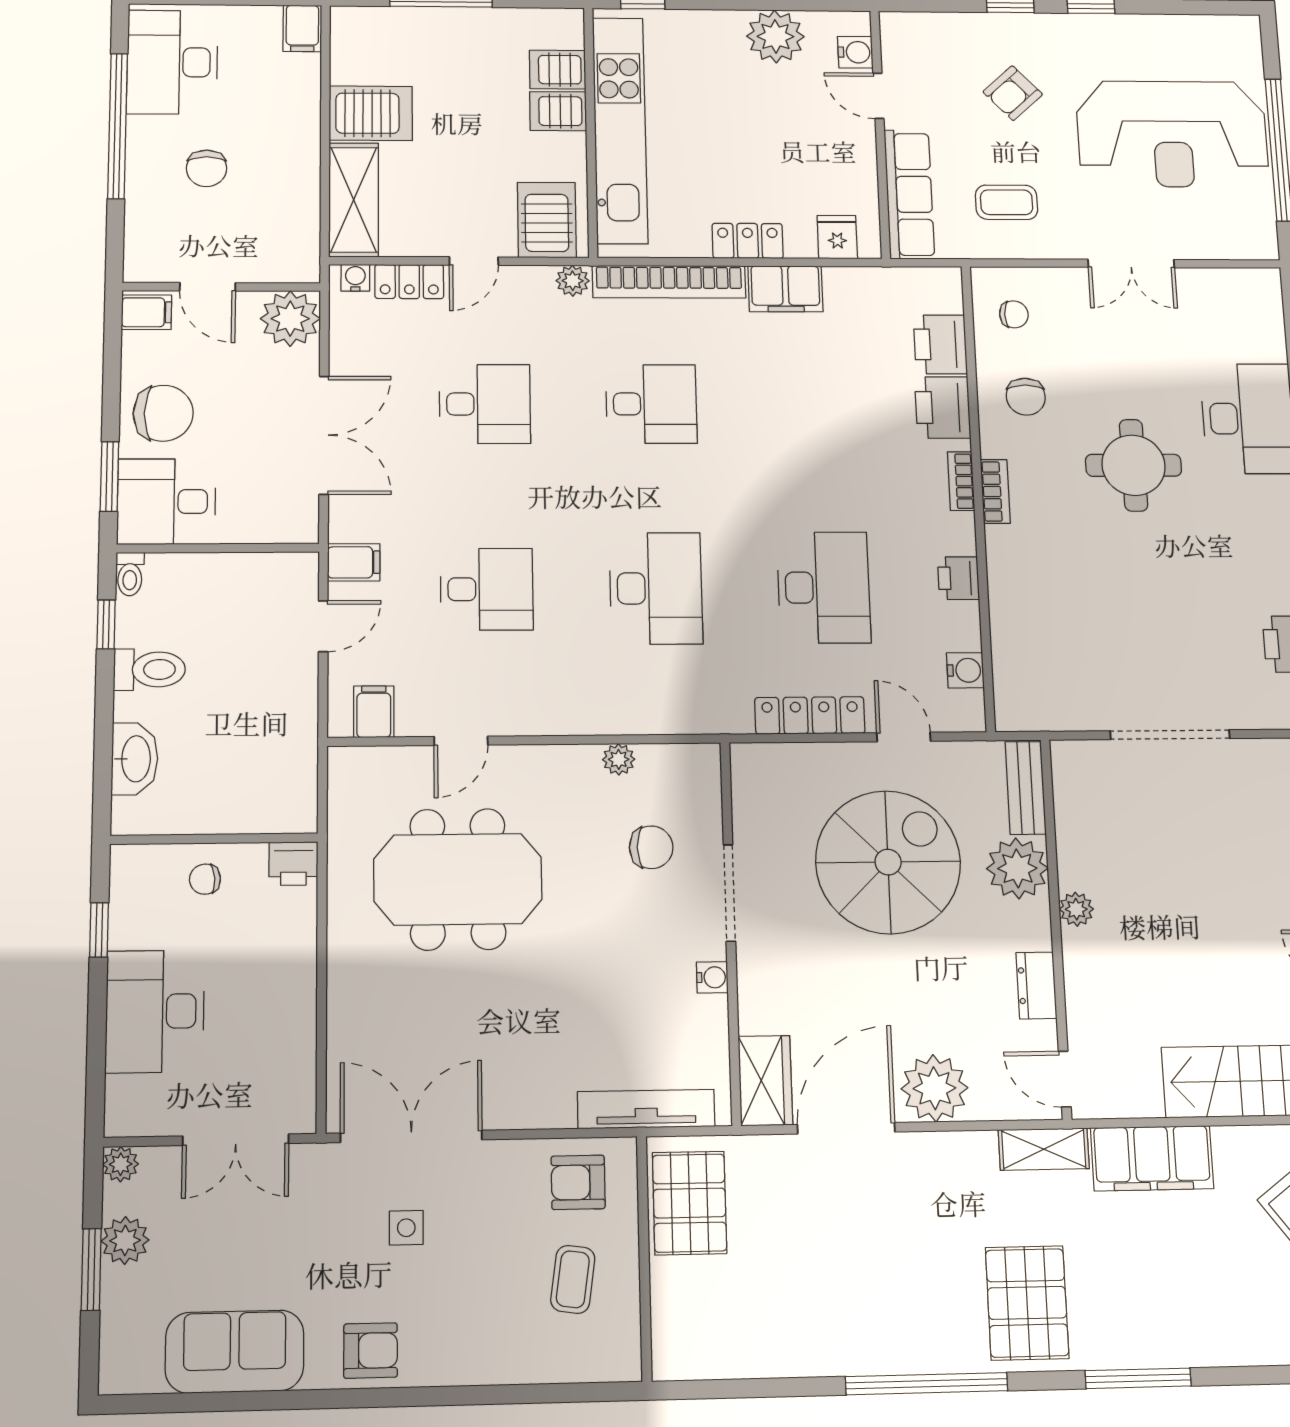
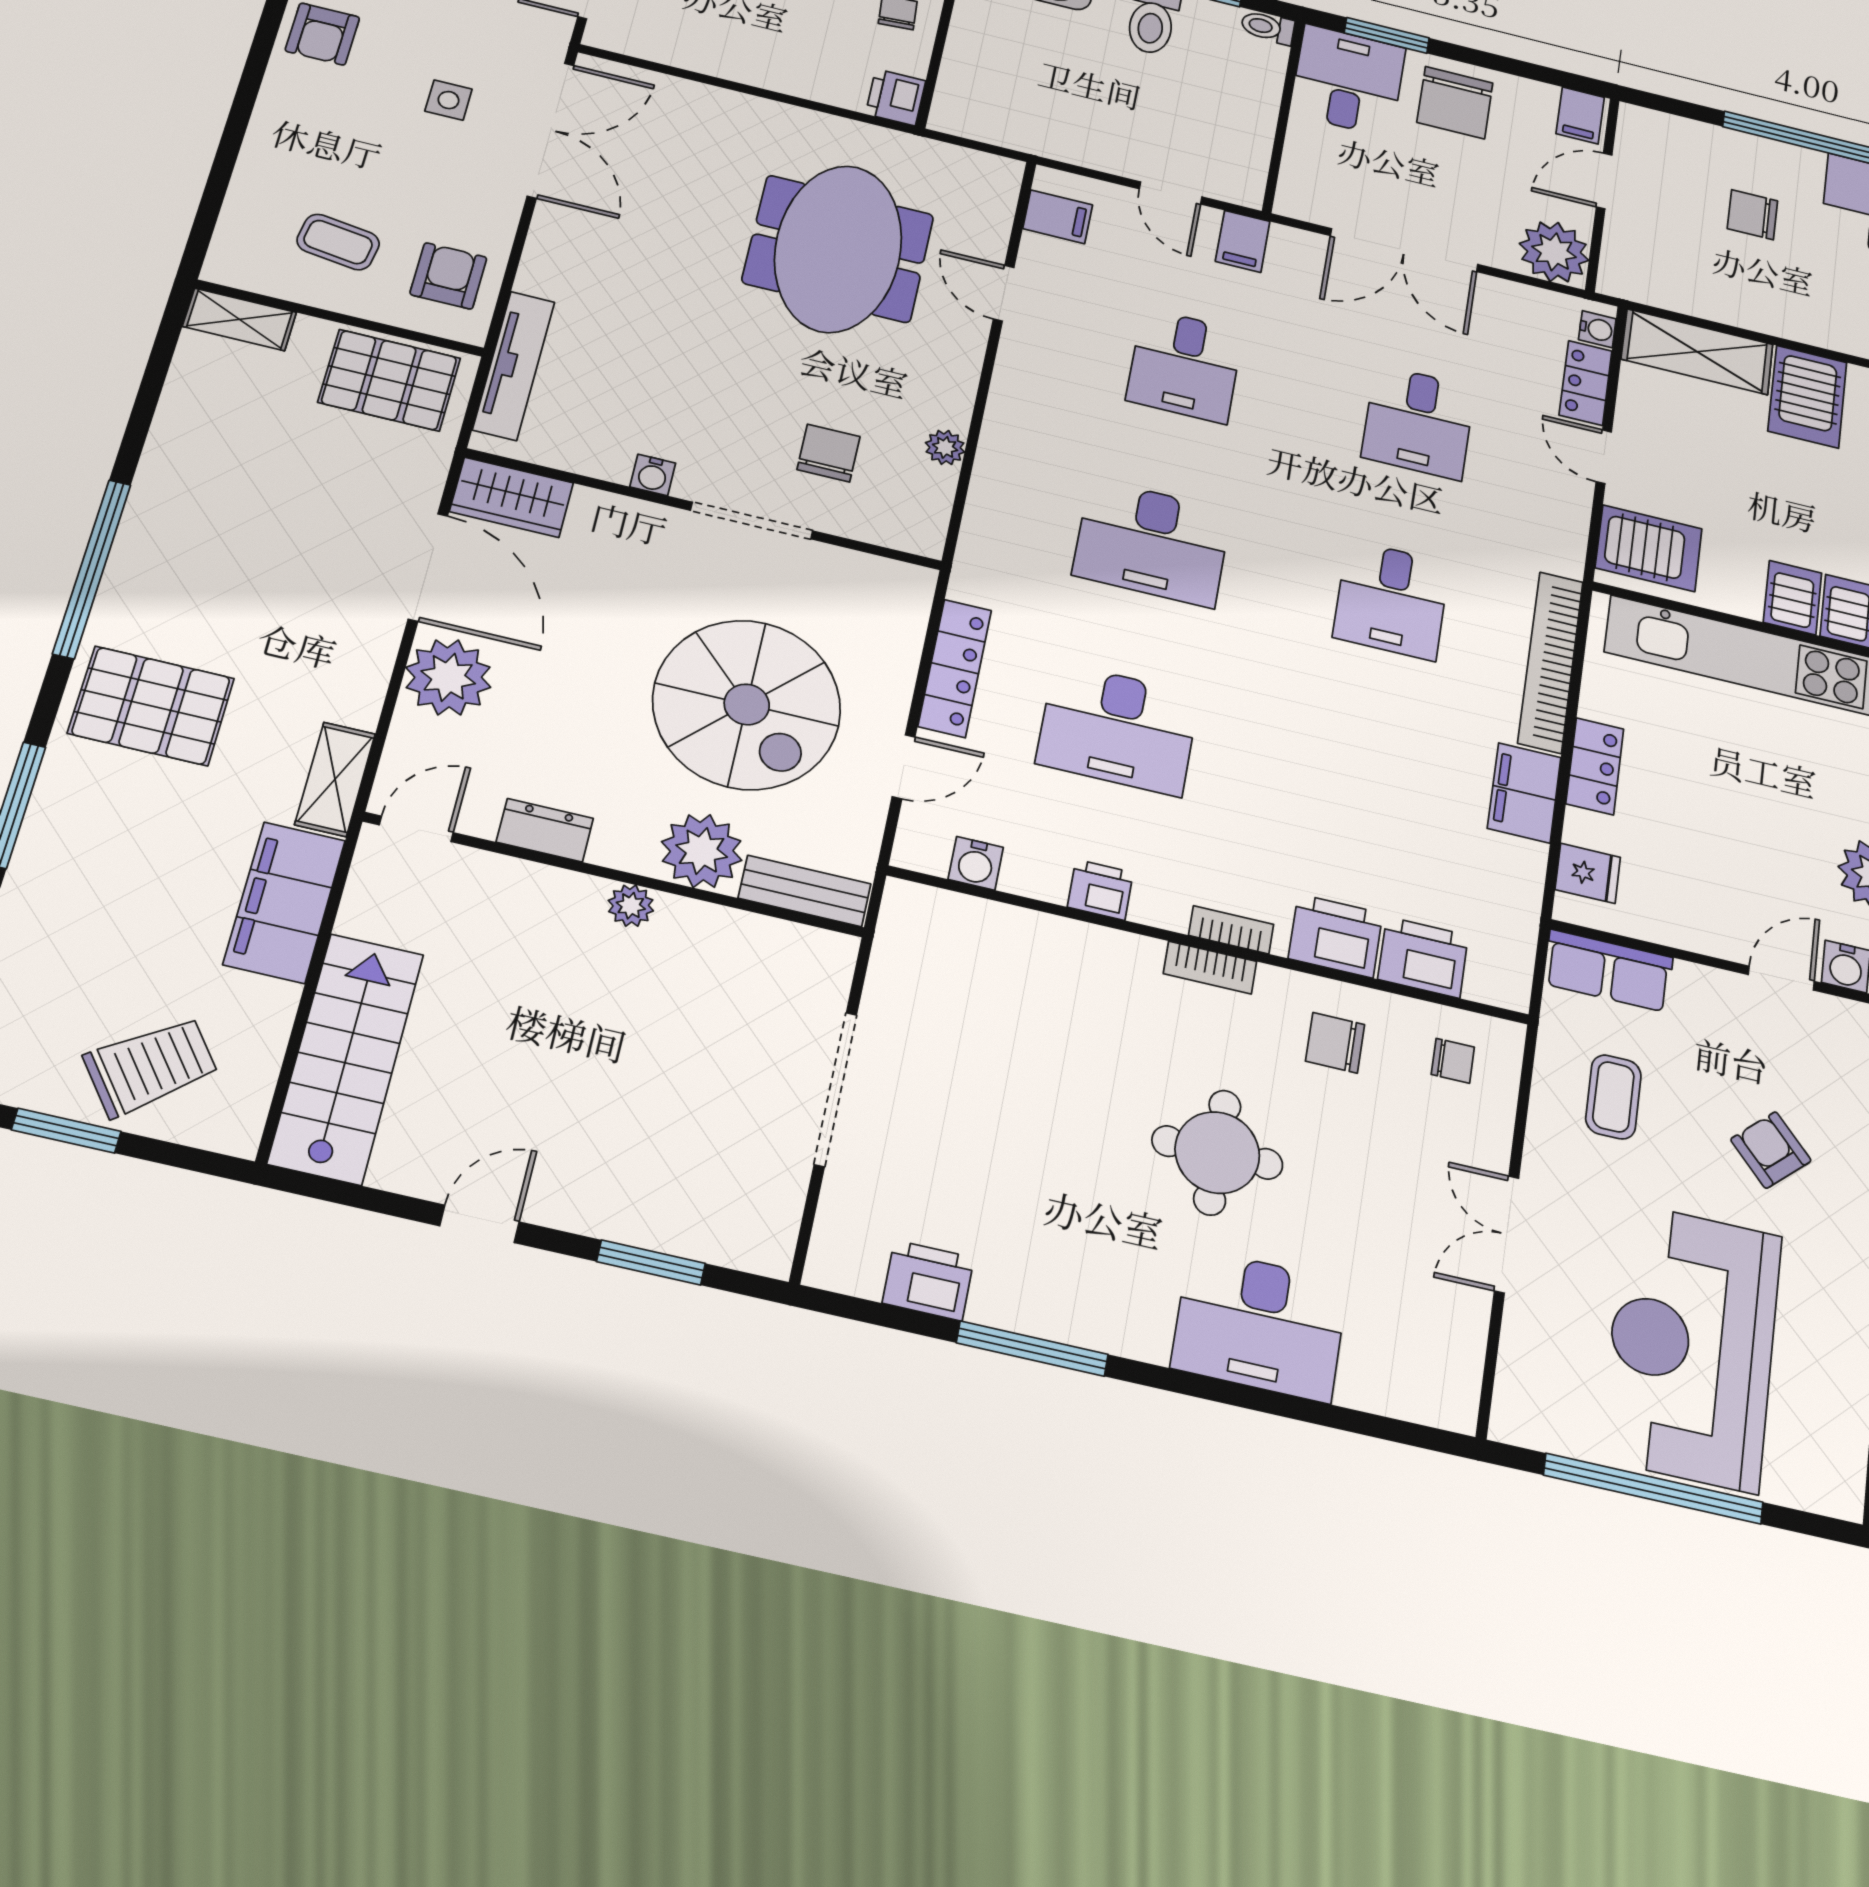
row of seats: (909, 194) -> (1608, 971), width x0.68
plant: (573, 281) -> (1565, 556), removed
chair: (1014, 314) -> (1453, 1061), turned -90
chair: (651, 847) -> (829, 453), turned 180
shelving: (670, 1337) -> (239, 319), added

